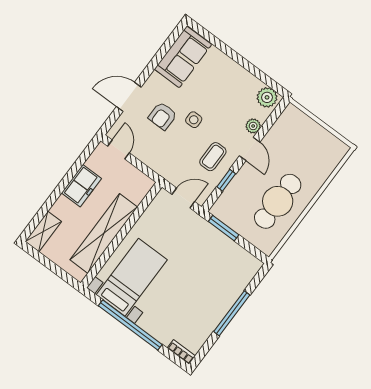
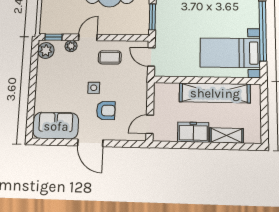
door: (129, 97) -> (90, 143), moved
window: (226, 180) -> (53, 37), moved
shelving: (43, 232) -> (226, 135), moved

